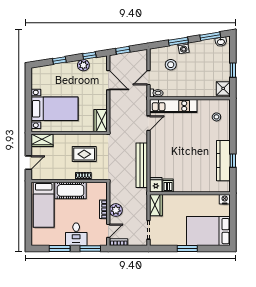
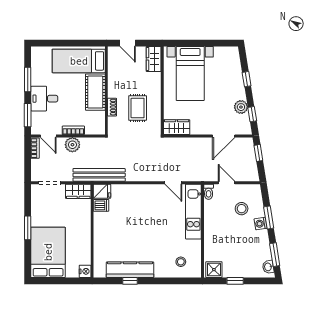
bench: (142, 165) -> (99, 175), moved

